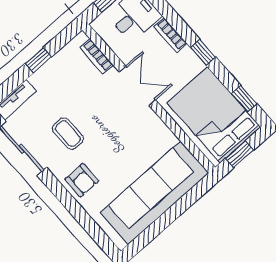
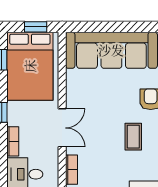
double door: (137, 86) -> (62, 128), swing flipped

